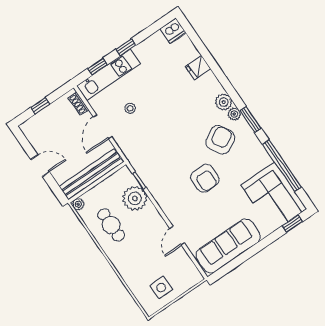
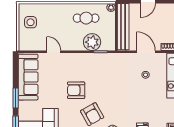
window: (263, 244) -> (16, 98), added

